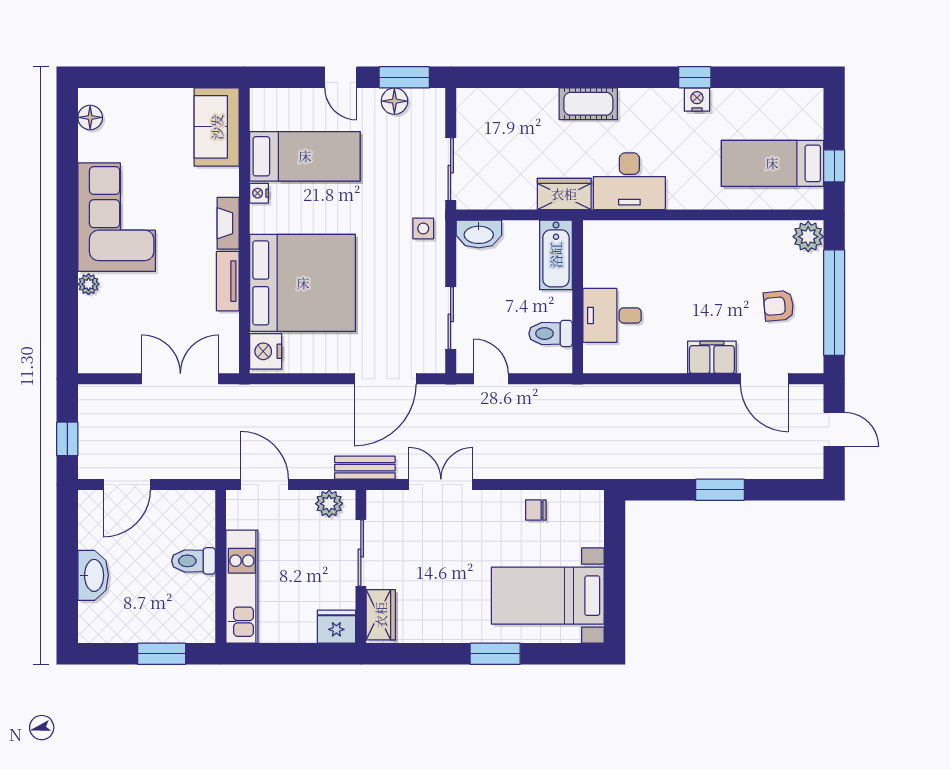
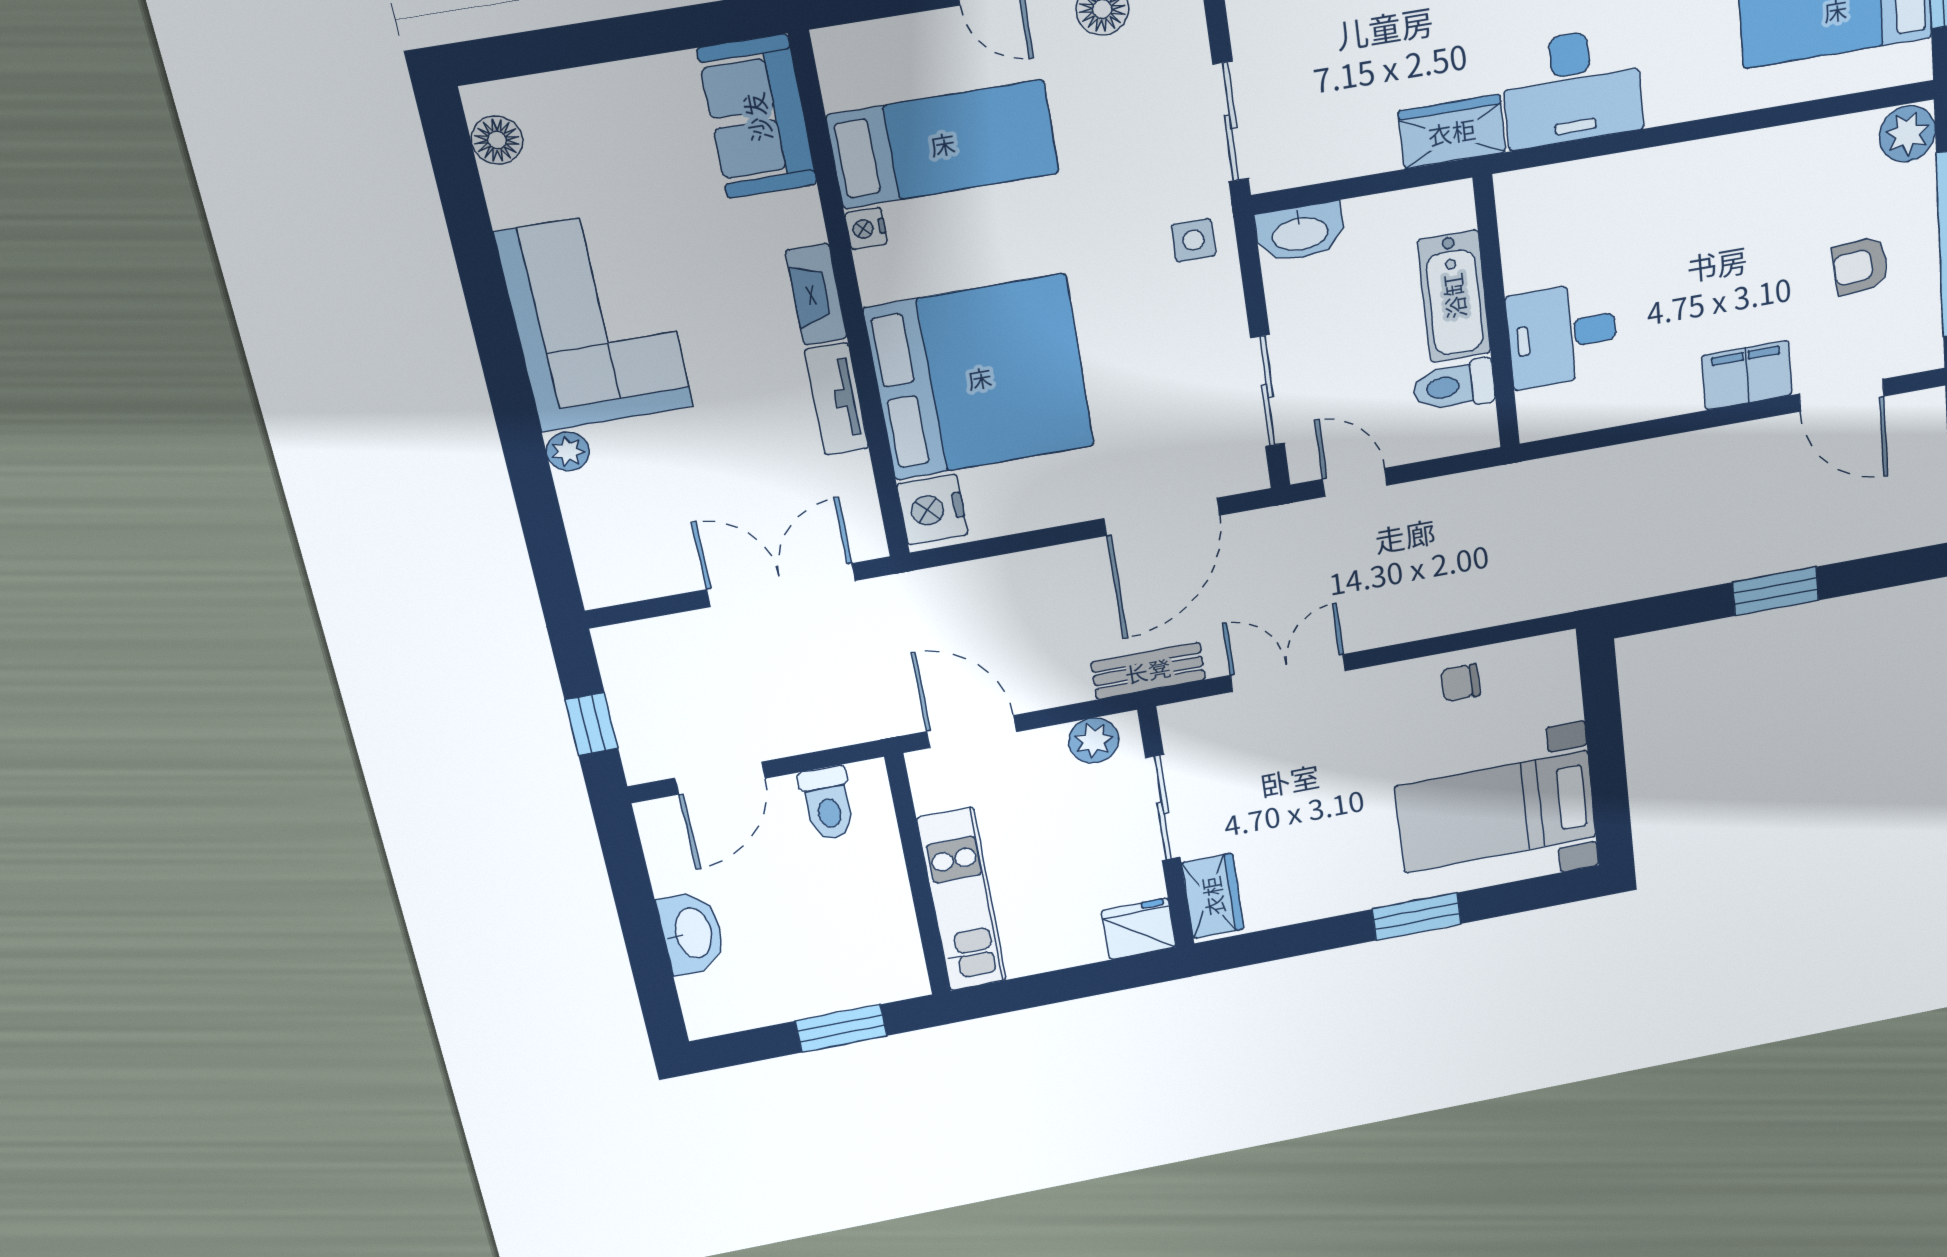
bathtub: (556, 255) -> (1454, 296), moved
toilet: (194, 561) -> (828, 803), moved, turned -90

